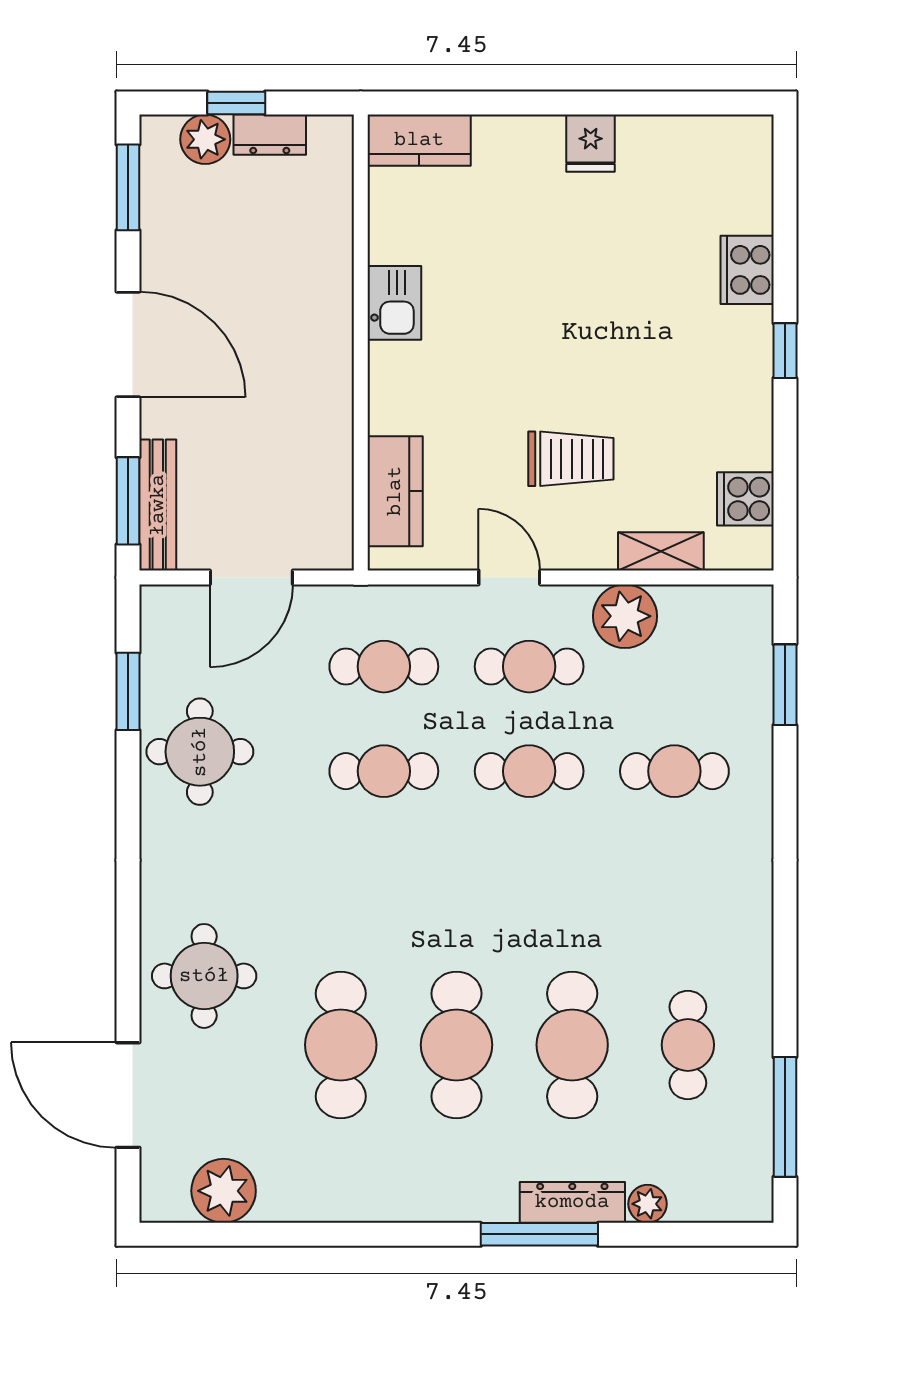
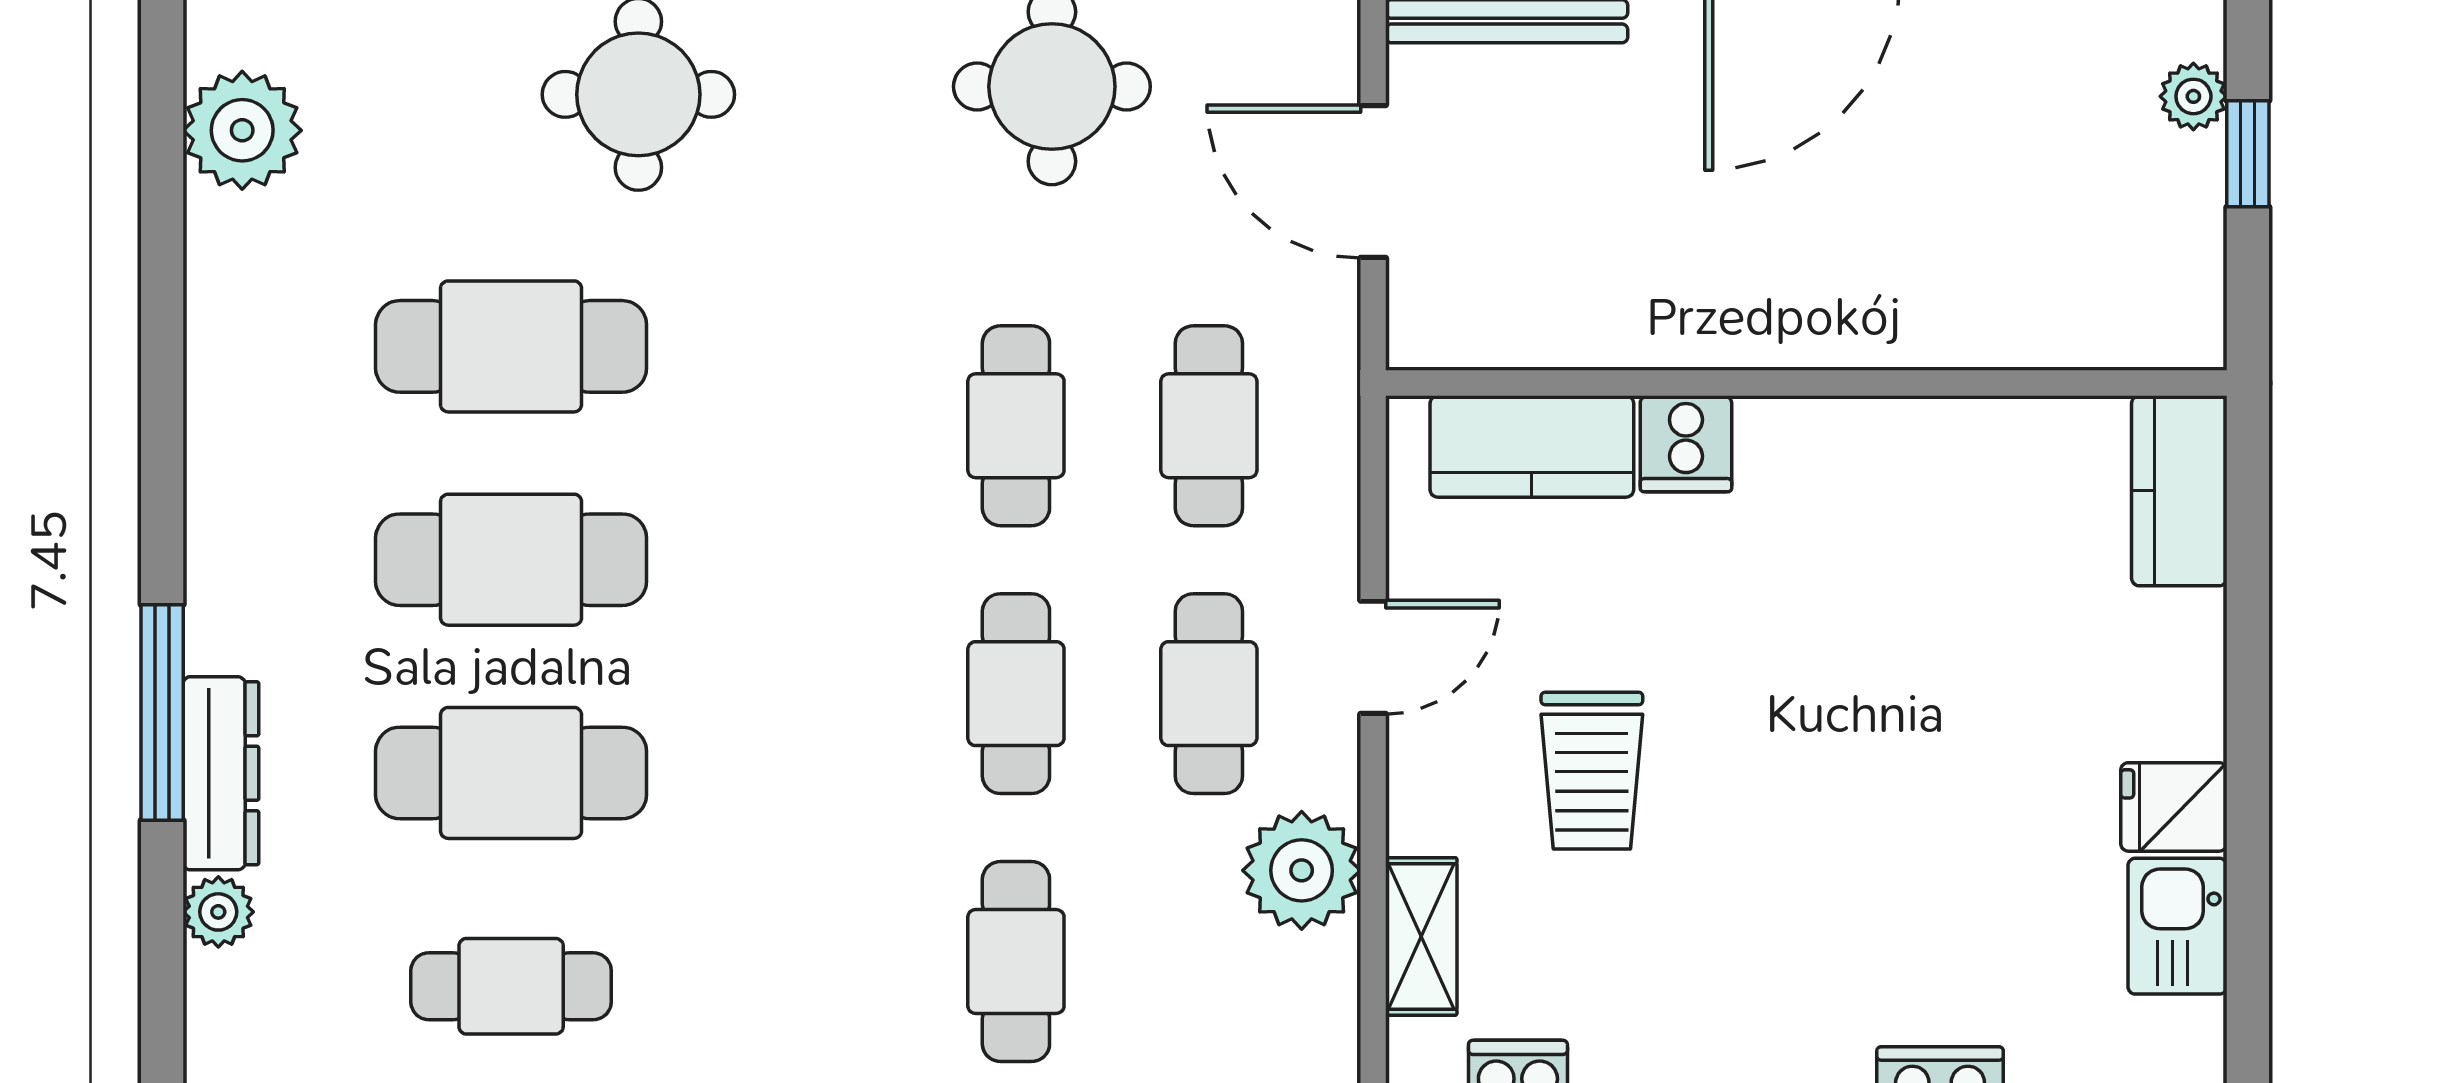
dresser: (270, 135) -> (2189, 216), removed
plant: (205, 139) -> (2193, 96), width x0.73, depth x0.73
kitchen sink: (394, 303) -> (2177, 926), moved, turned 90
cooker: (394, 408) -> (1686, 444), added

